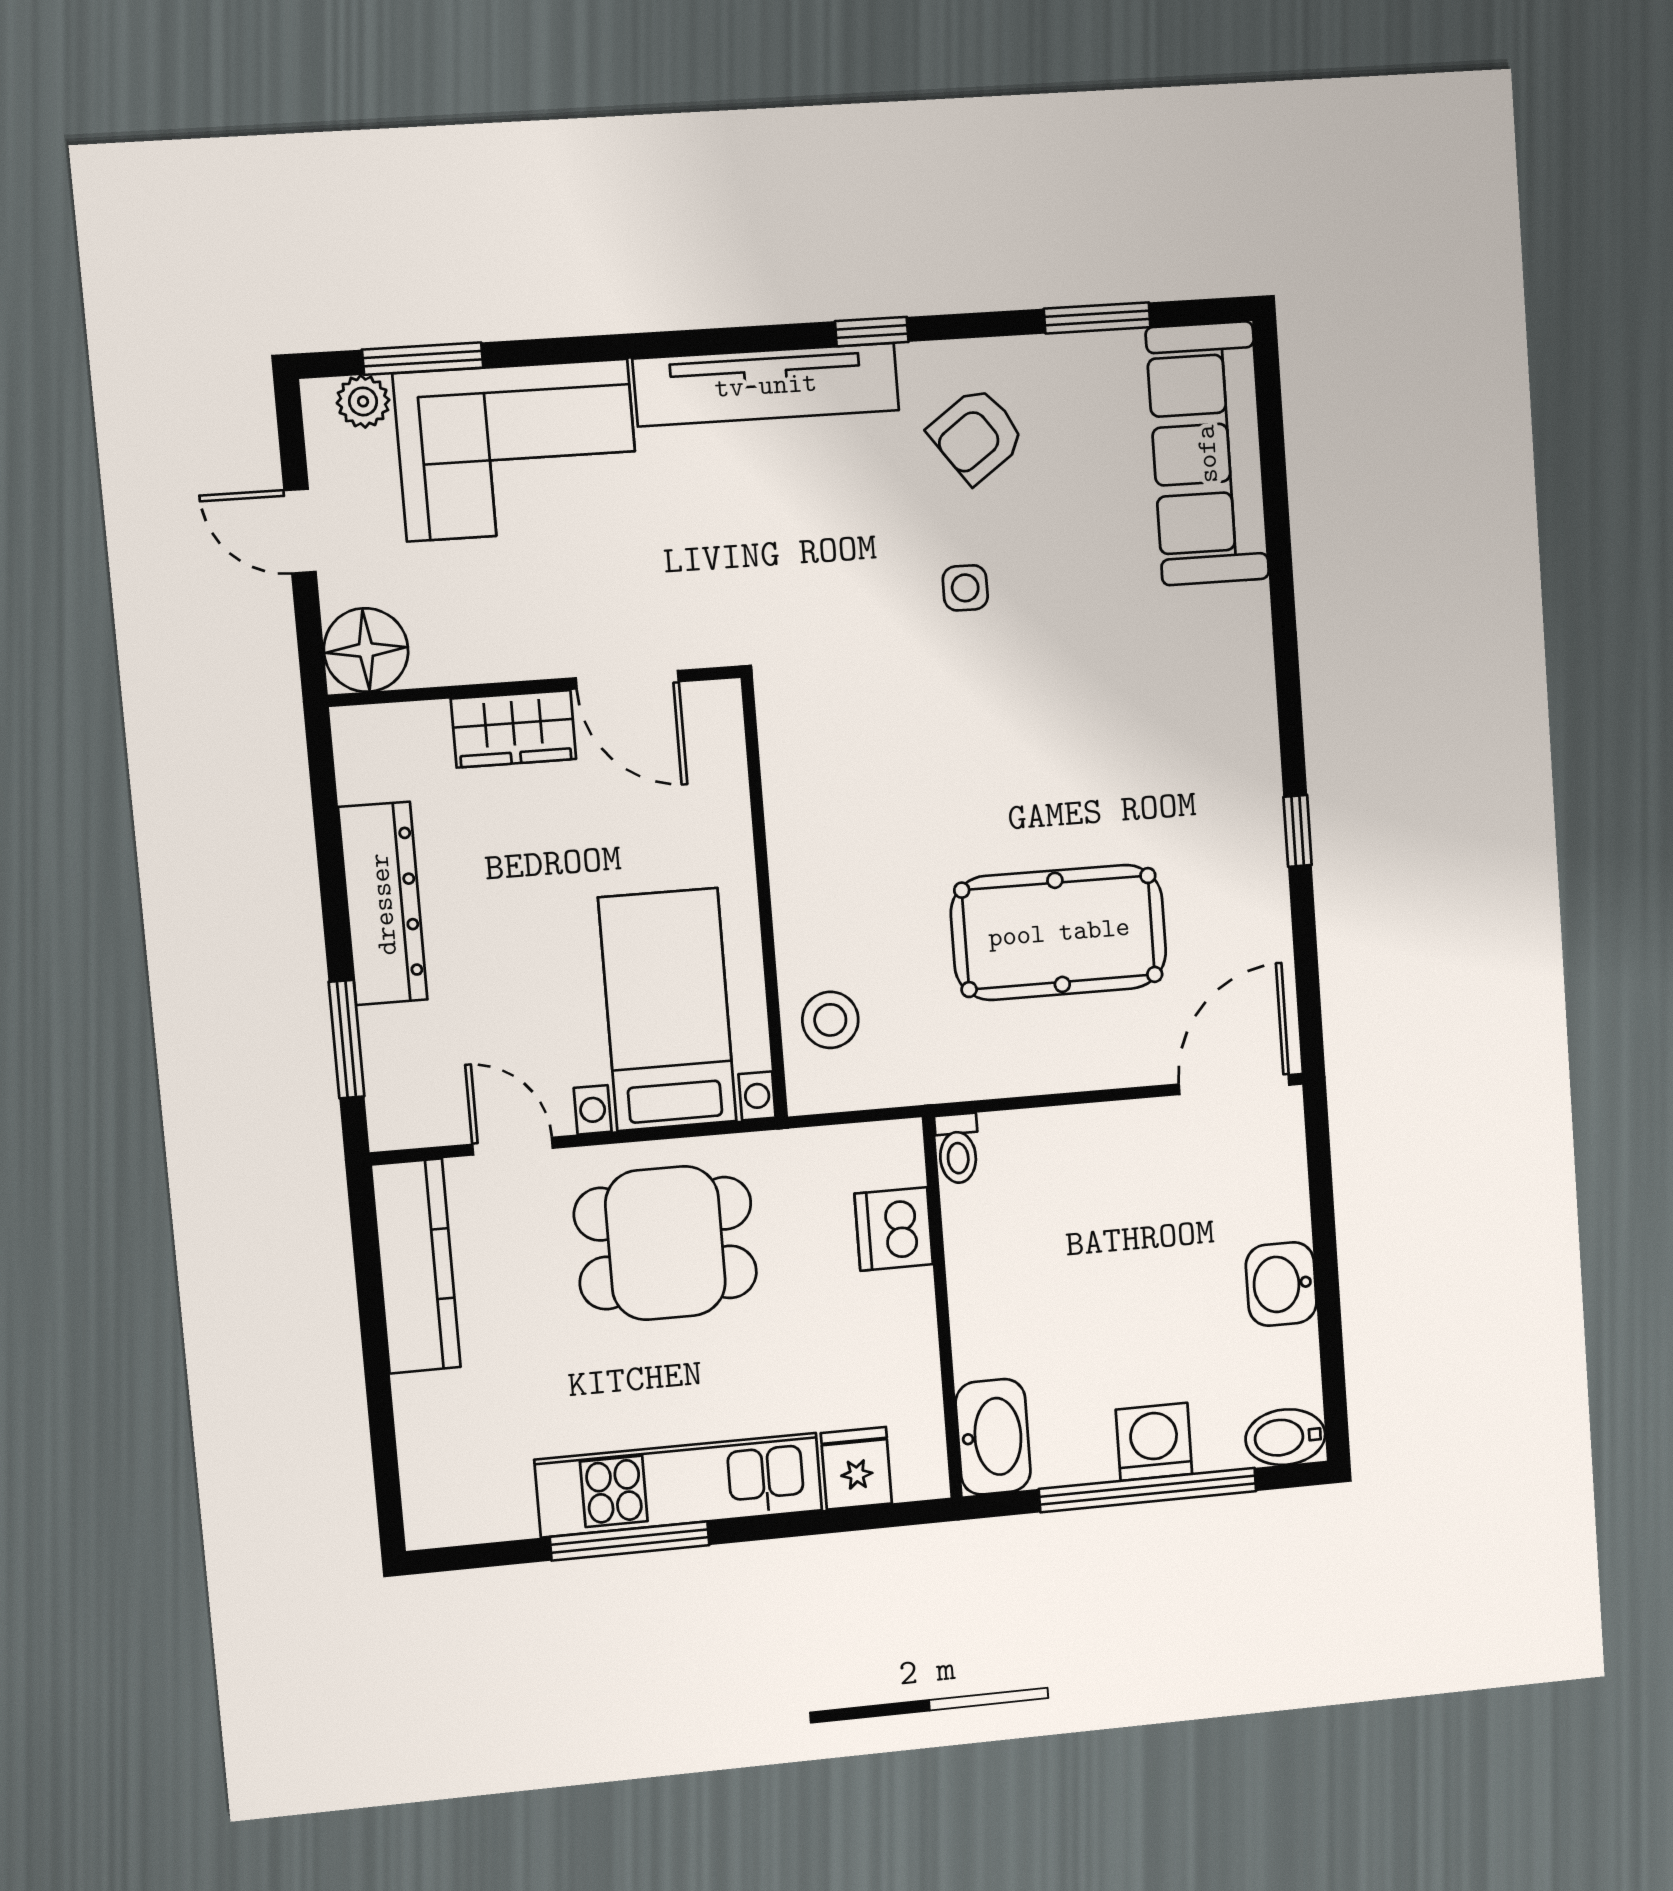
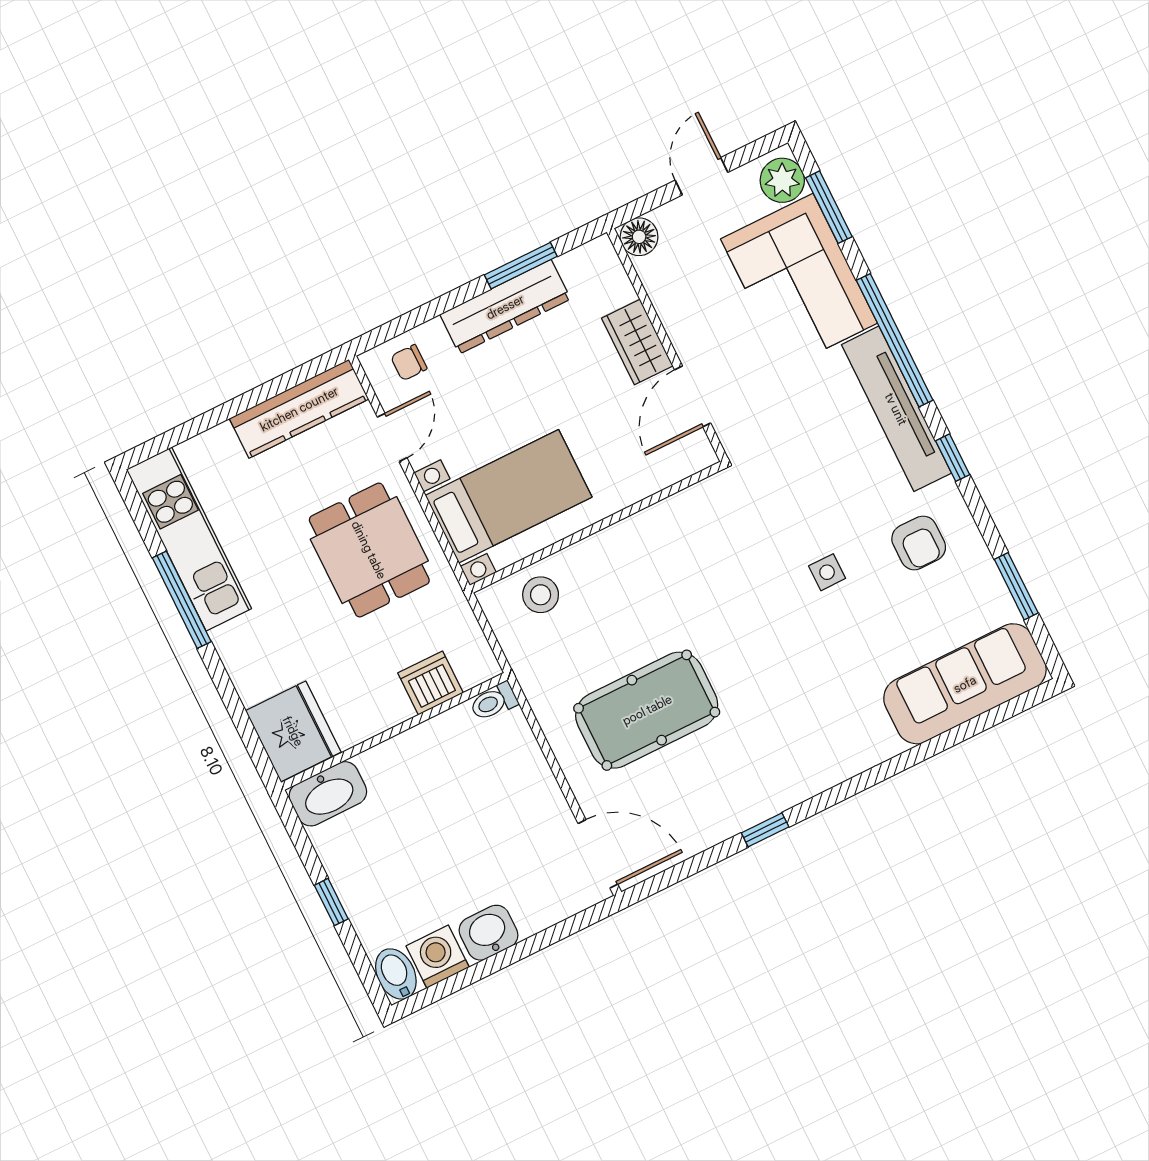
window: (663, 344) -> (895, 340), added
plant: (363, 401) -> (782, 180), width x1.38, depth x1.38
armchair: (977, 435) -> (919, 543), turned -144
floor lamp: (366, 650) -> (639, 237), width x0.73, depth x0.73
pool table: (1059, 932) -> (647, 710), turned 90
window: (346, 1039) -> (521, 266), moved
chair: (411, 1079) -> (409, 363), added
washing machine: (1154, 1442) -> (438, 957), moved, turned -90
fridge: (856, 1468) -> (293, 731), width x1.88, depth x1.34
kitchen unit: (679, 1485) -> (189, 539), moved
window: (1148, 1490) -> (331, 902), width x0.32

